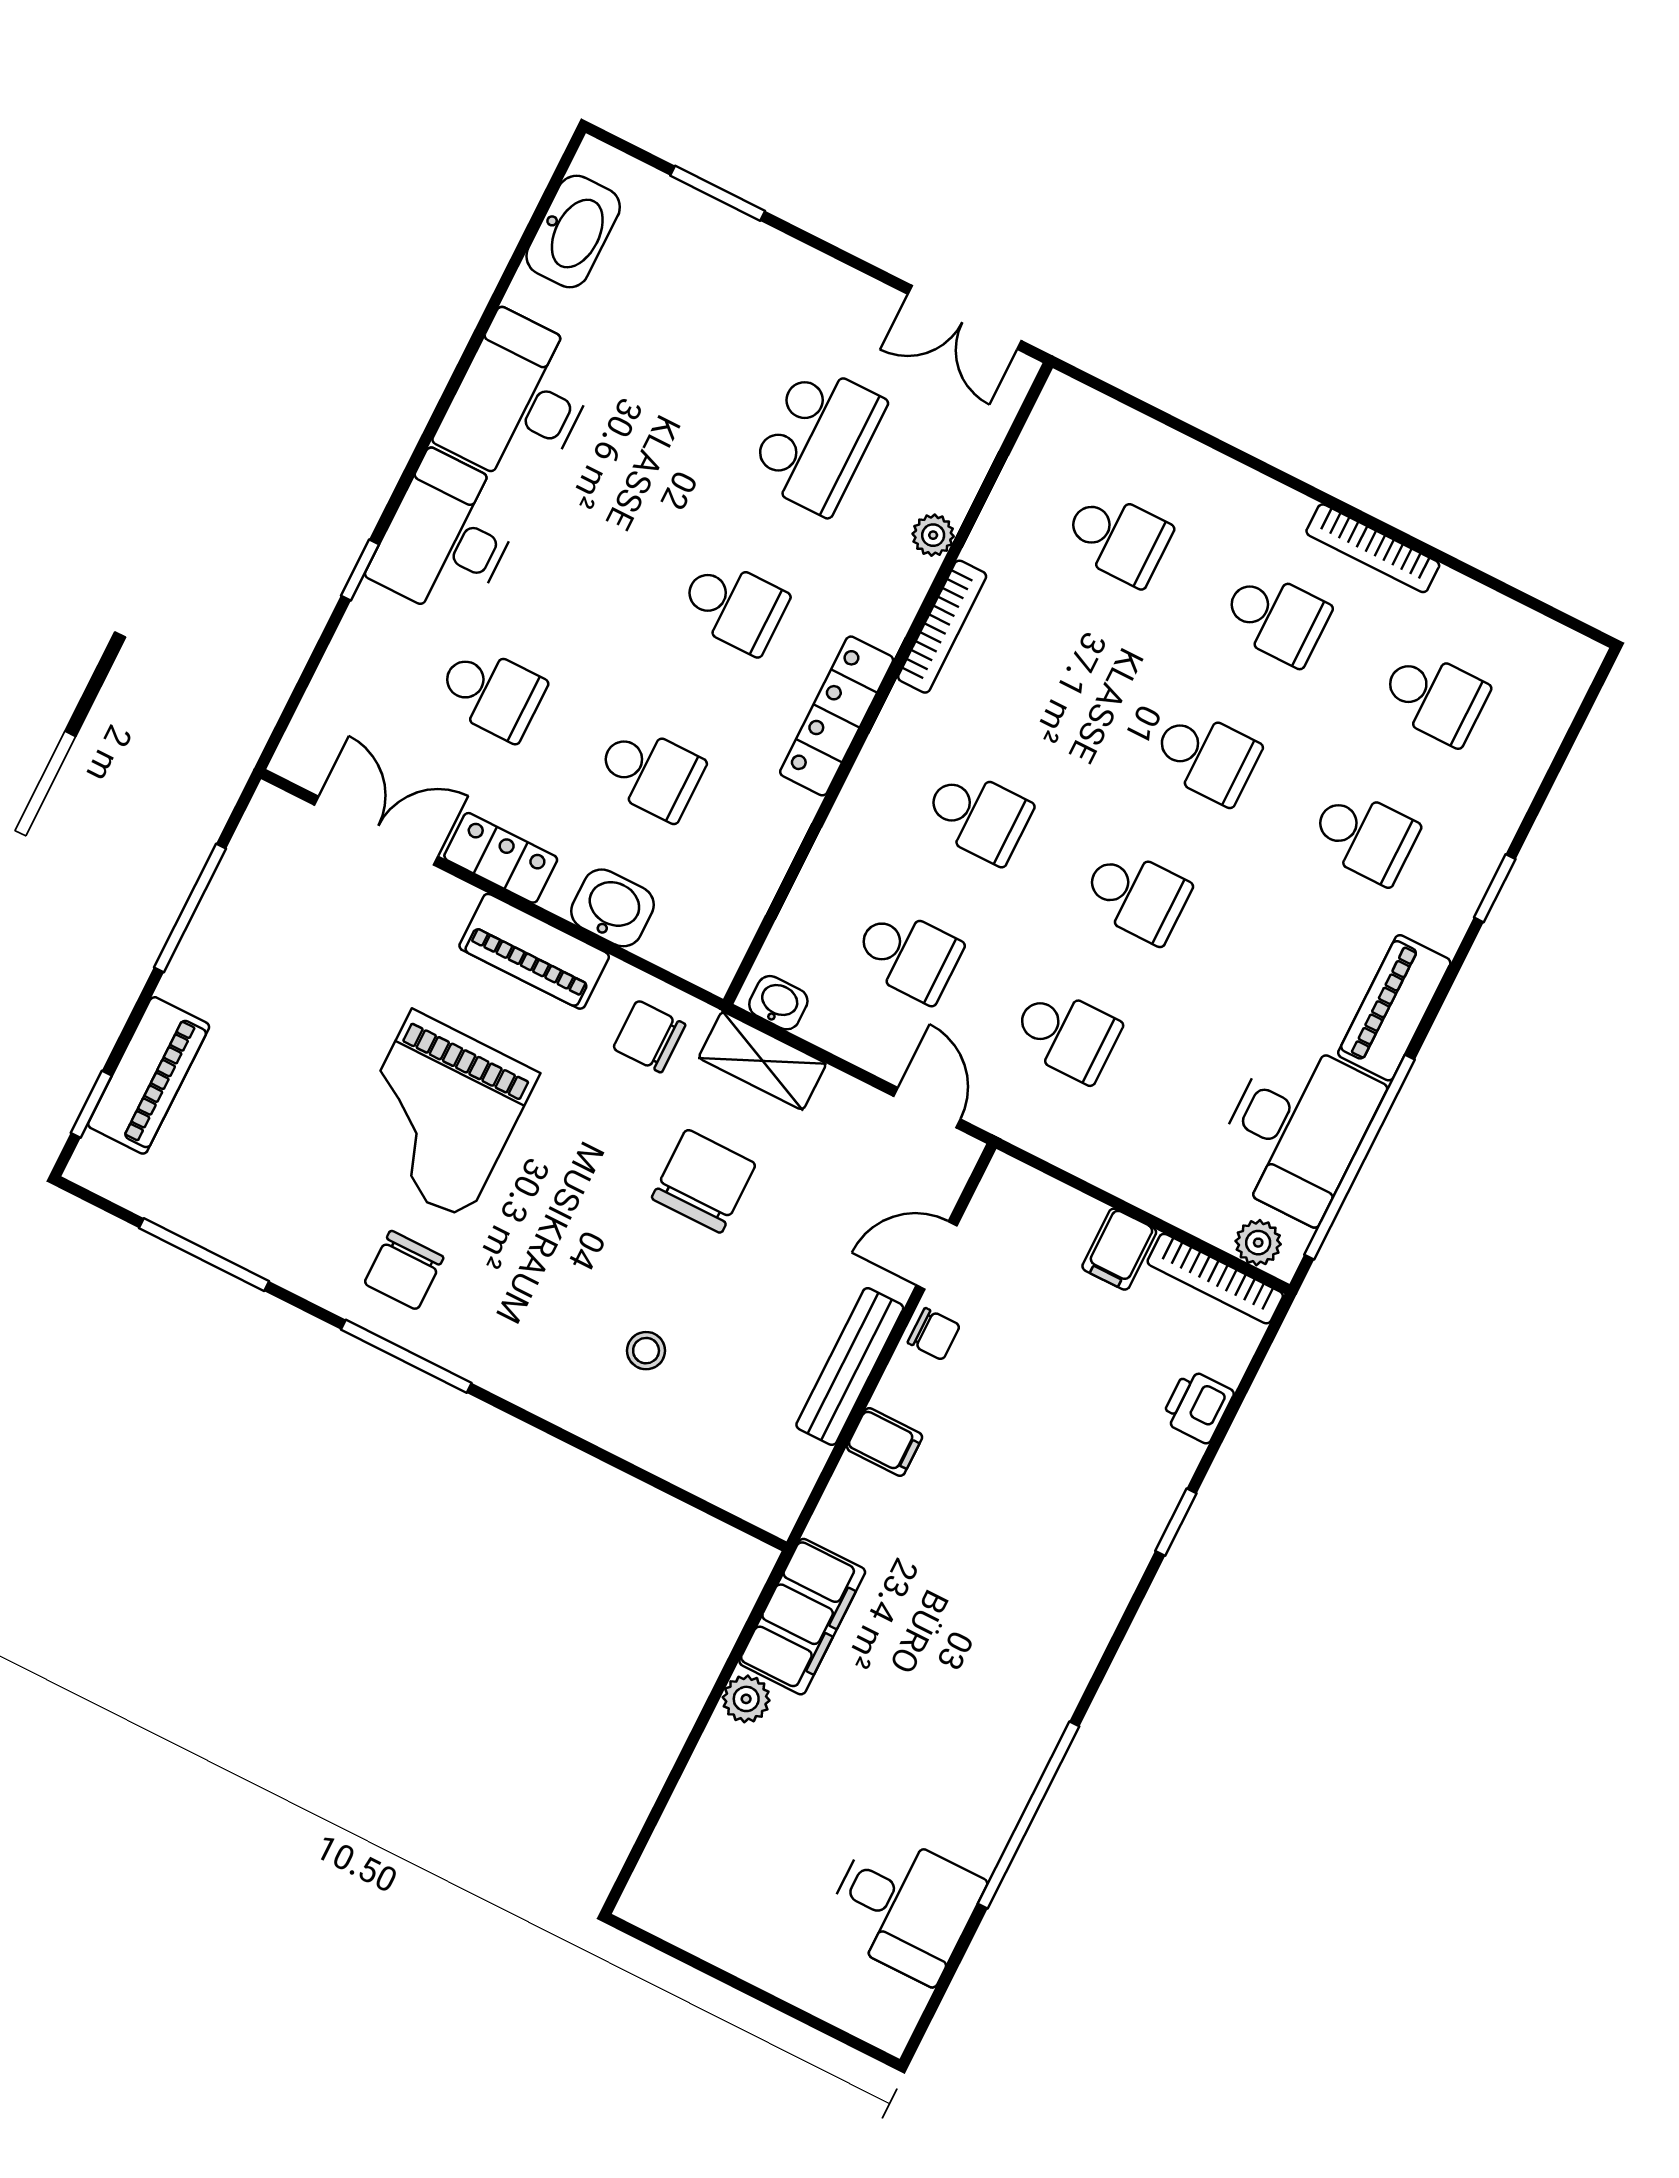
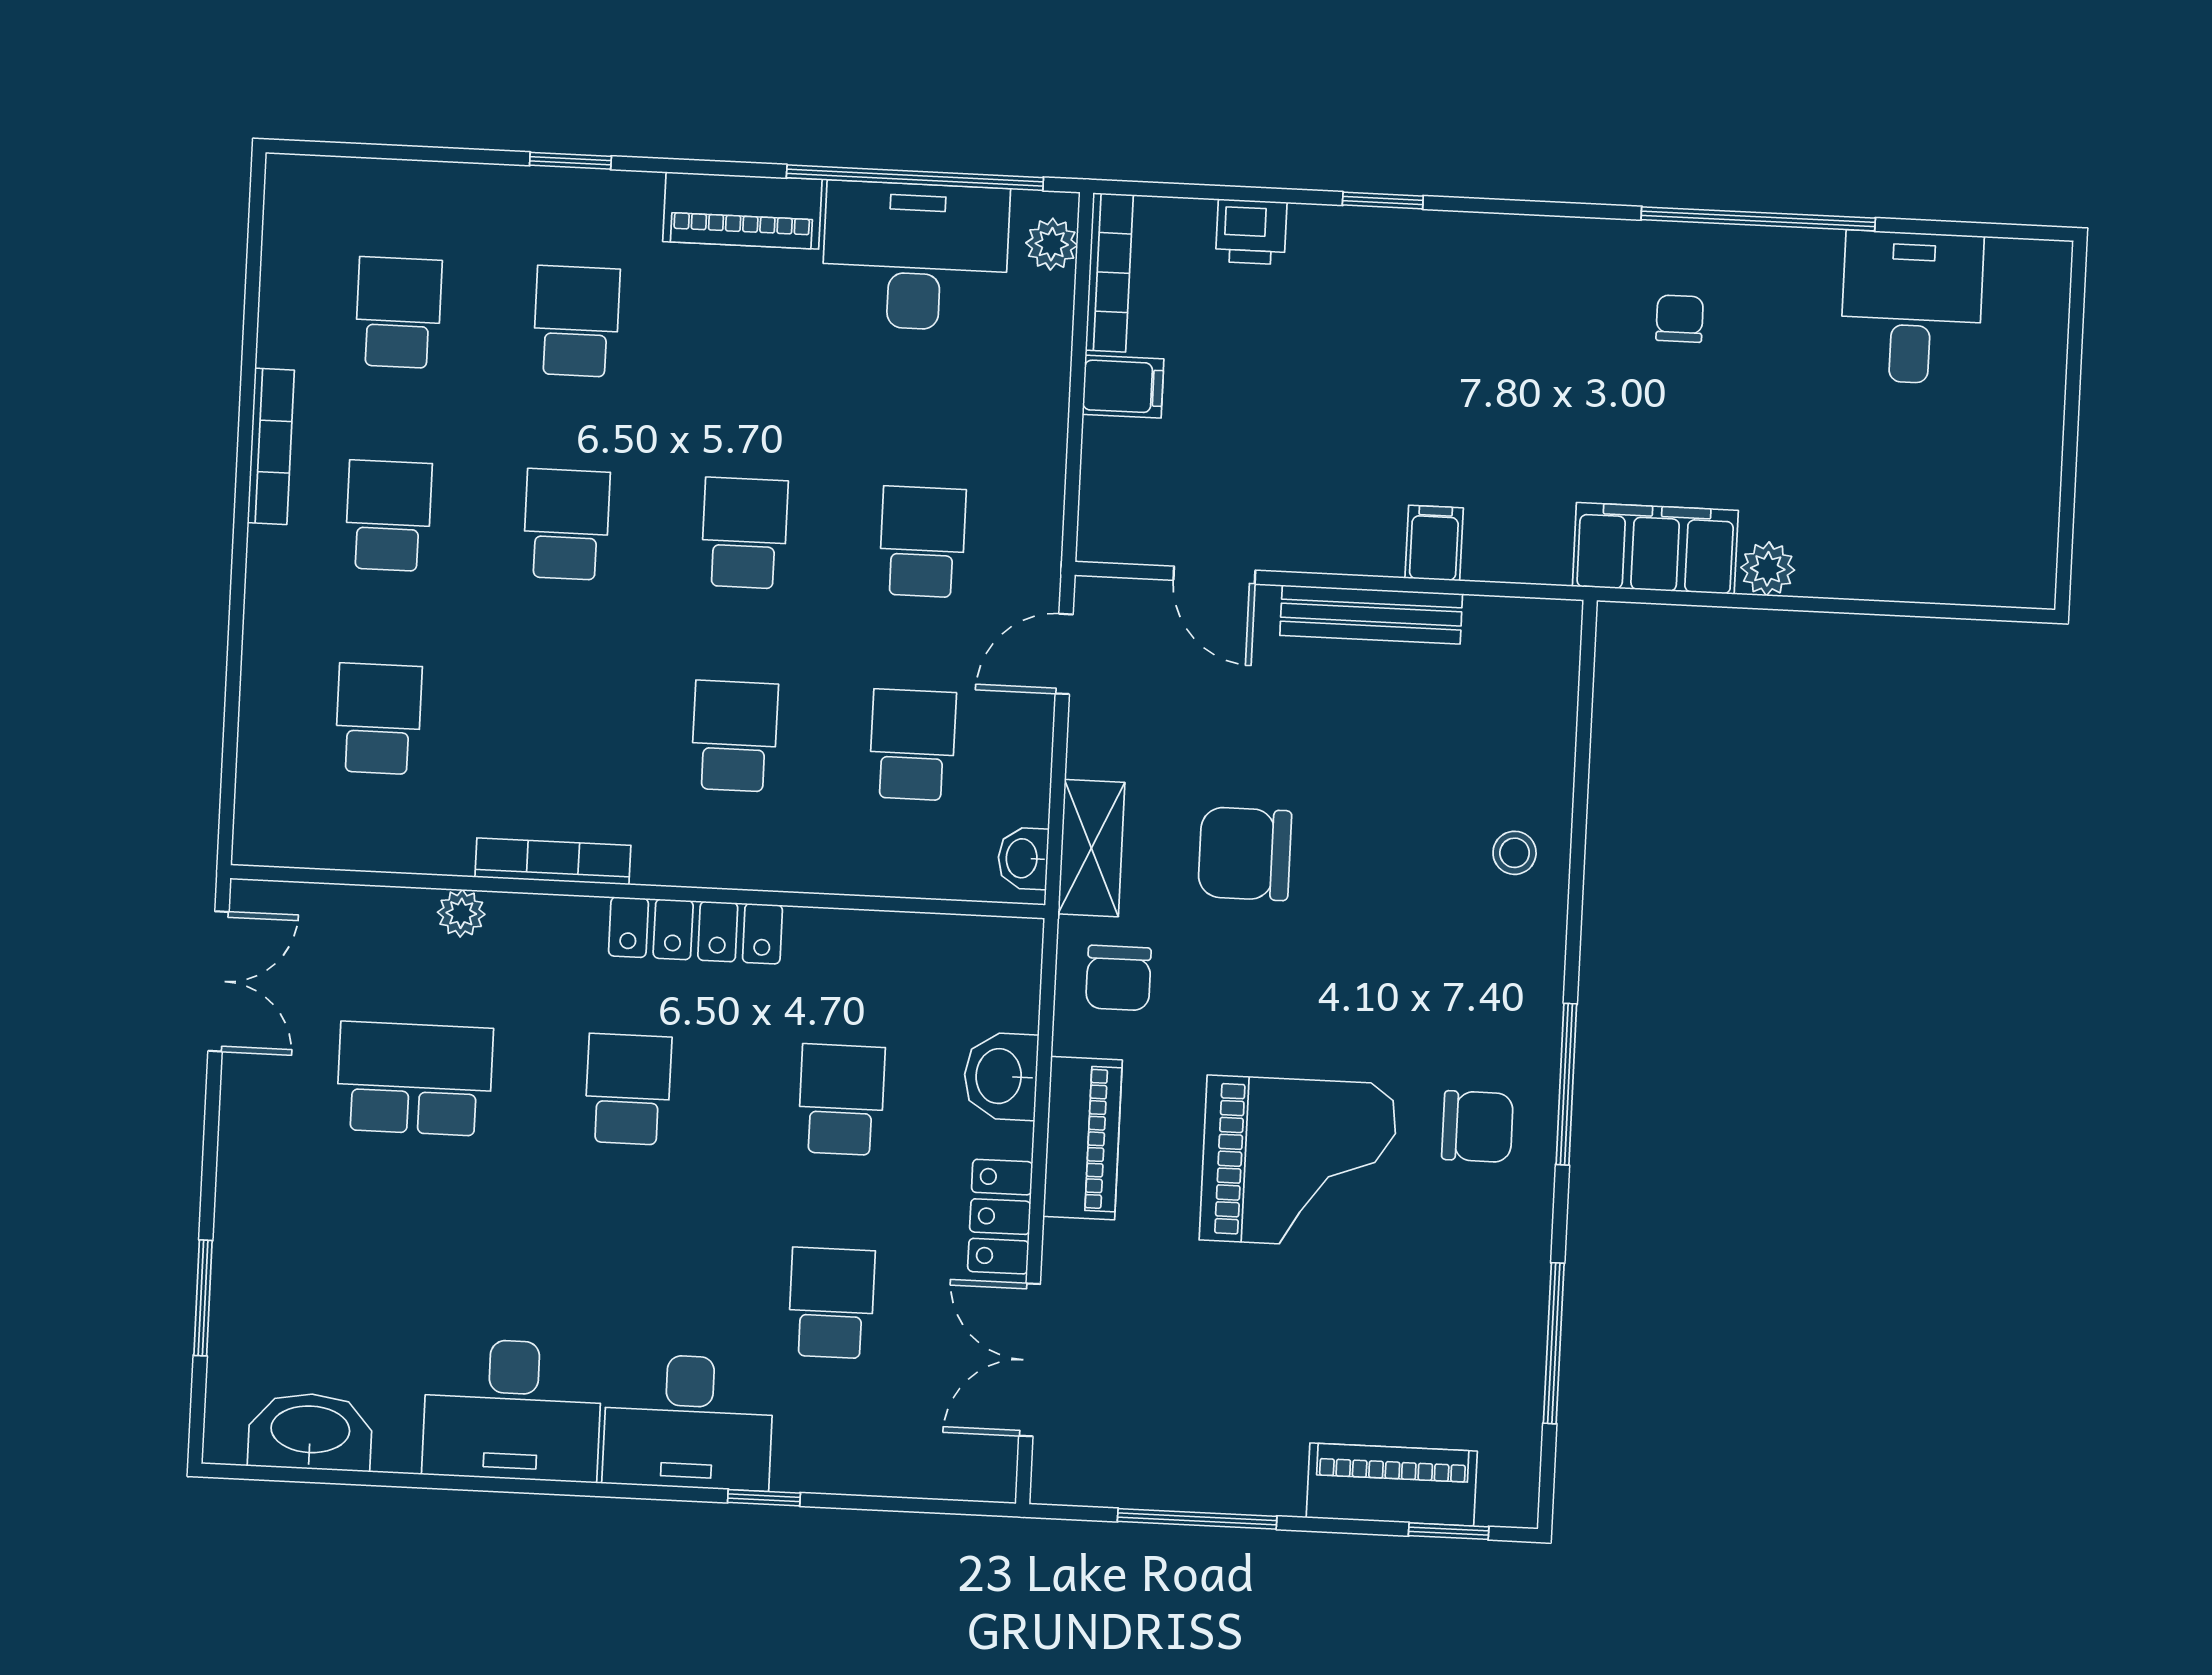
chair: (934, 1334) -> (1680, 319), moved
stool: (646, 1351) -> (1515, 853), moved

